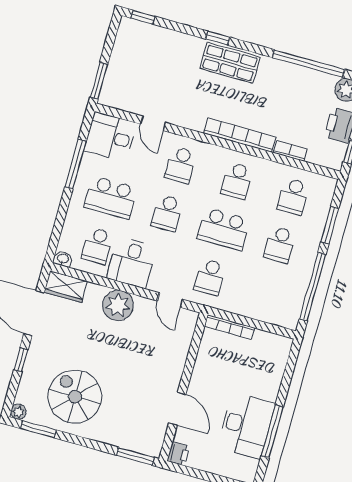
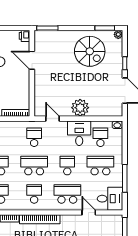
school desk: (181, 165) -> (67, 194), width x1.85
wardrobe: (66, 287) -> (112, 110), removed

